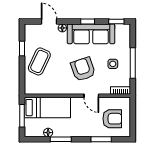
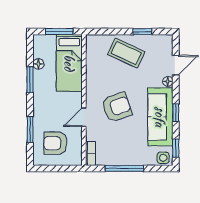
side table: (113, 64) -> (163, 158), moved
armchair: (112, 119) -> (55, 143), turned 90

